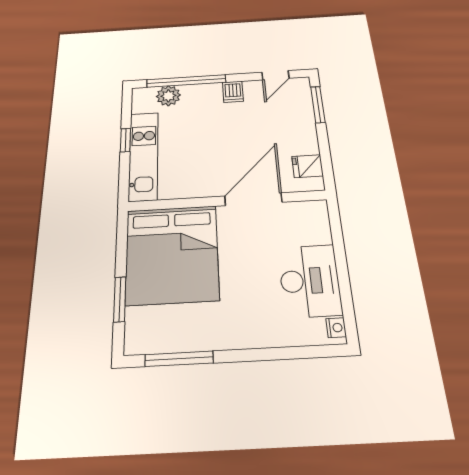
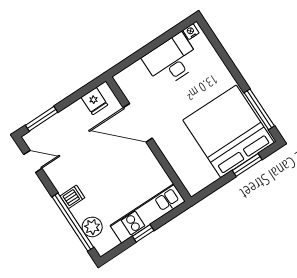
dishwasher: (233, 92) -> (72, 197), moved
bed: (172, 254) -> (228, 131), moved, turned -90

